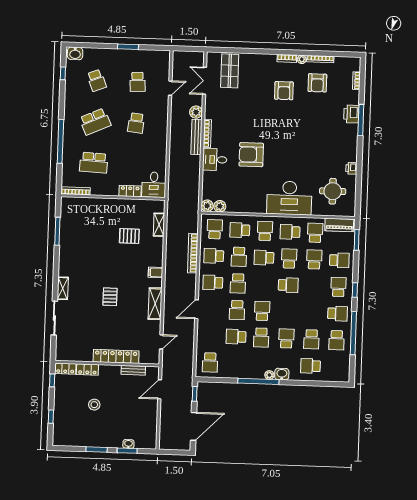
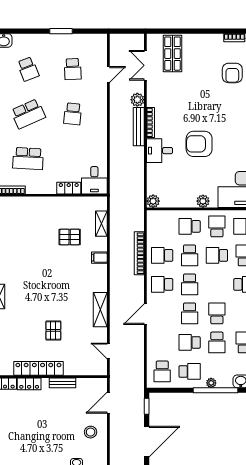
plant: (220, 206) -> (203, 201), moved
school desk: (215, 229) -> (190, 371), moved, turned 90
filing cabinet: (155, 272) -> (99, 258), moved
pallet: (110, 297) -> (53, 330), moved
door: (161, 342) -> (108, 351), swing flipped
locker: (116, 356) -> (38, 368), moved
bench: (133, 370) -> (62, 383), moved
plant: (269, 375) -> (211, 383), moved
stool: (94, 405) -> (91, 432), moved

